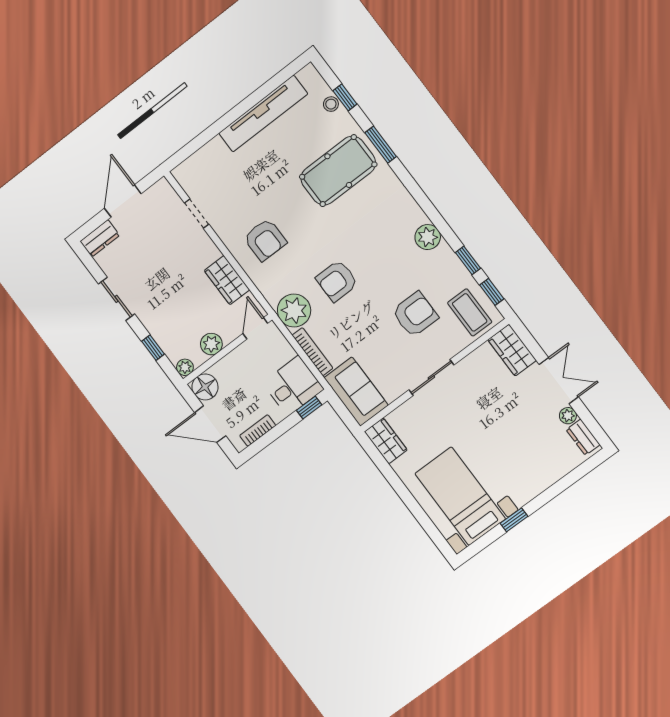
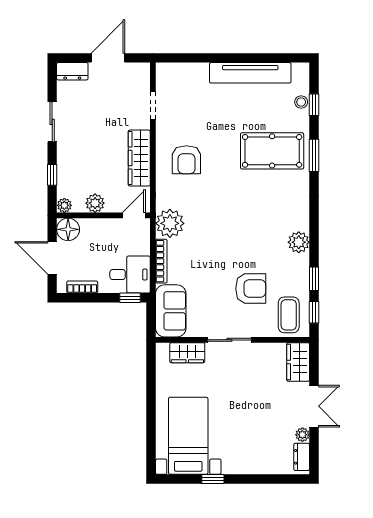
wardrobe: (227, 280) -> (139, 158), width x1.50
armchair: (337, 281) -> (215, 225), removed
wardrobe: (386, 441) -> (187, 353), moved, turned 90

